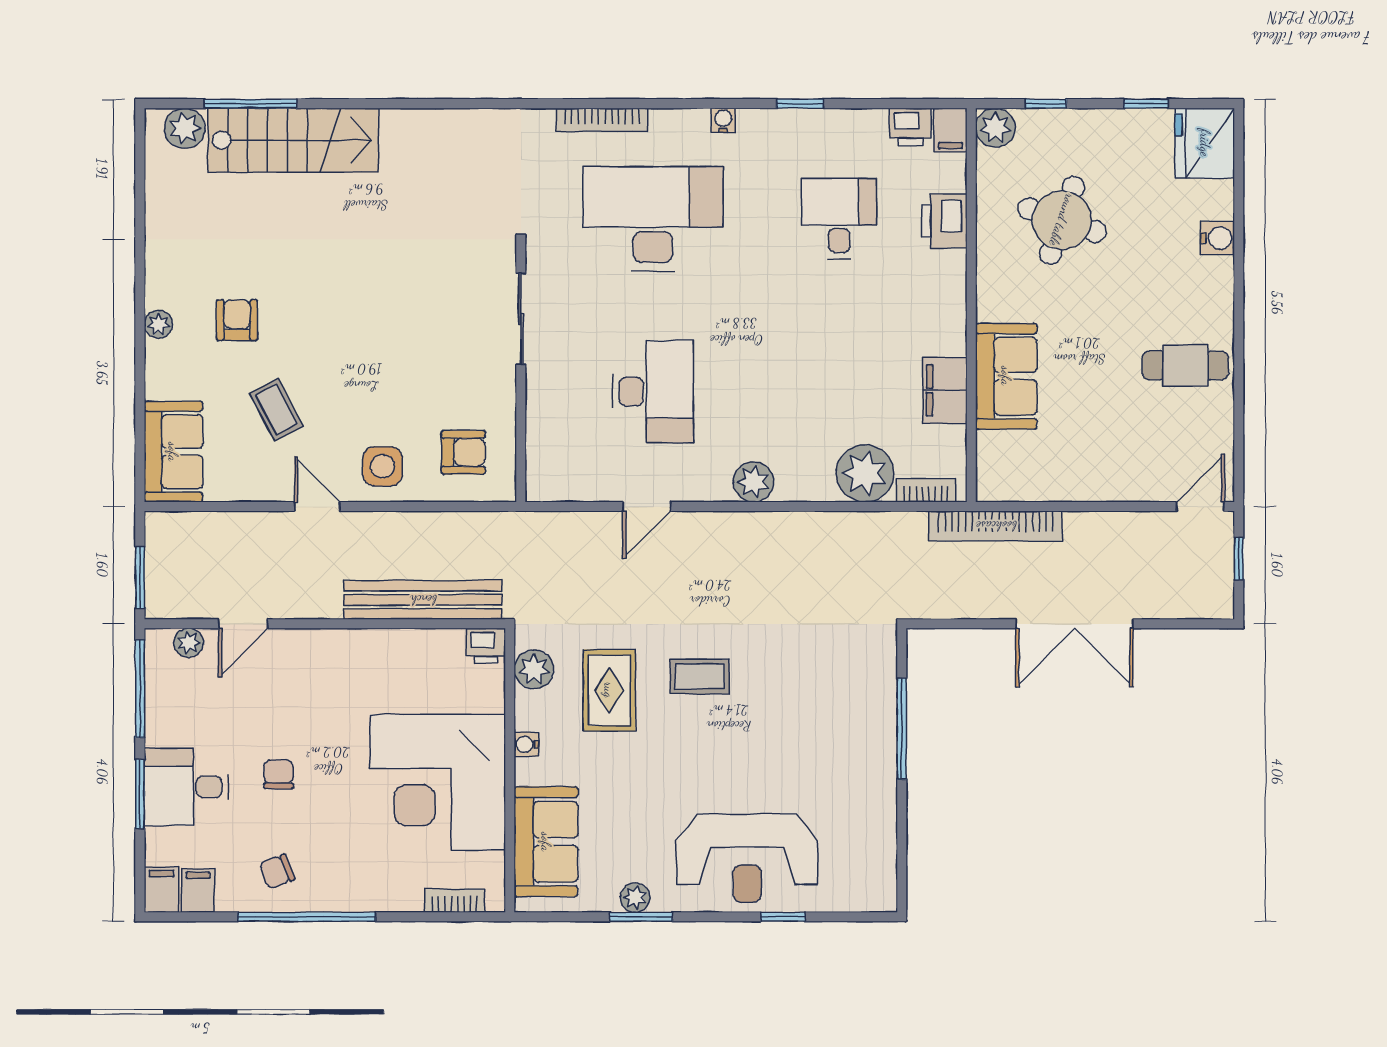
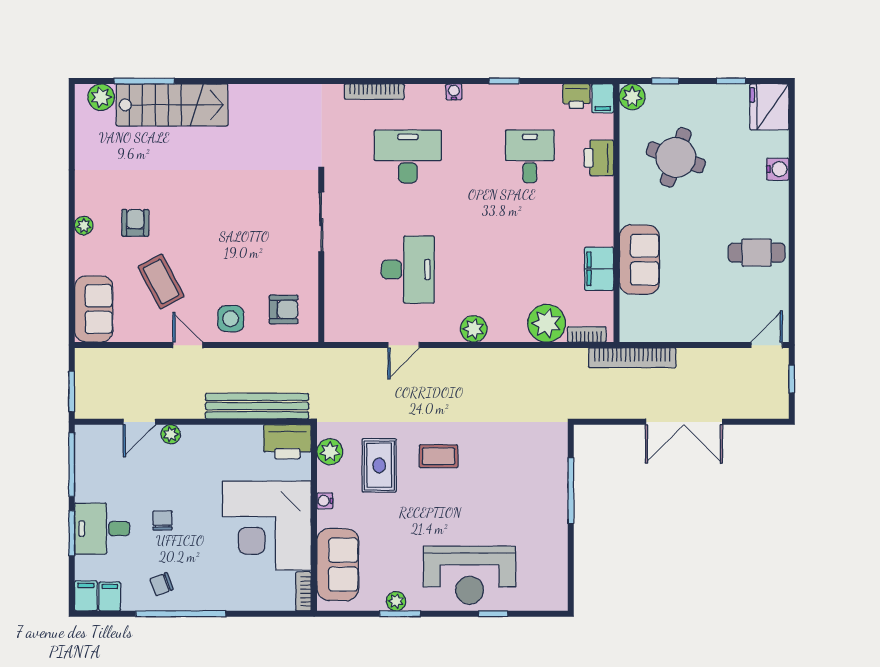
desk: (653, 219) -> (408, 156), width x0.73, depth x0.77
coffee table: (276, 410) -> (161, 281), width x1.36, depth x1.30
plant: (189, 643) -> (171, 434), moved
printer: (486, 646) -> (287, 442), width x1.87, depth x1.48
bookcase: (454, 900) -> (303, 591), moved, turned -90

